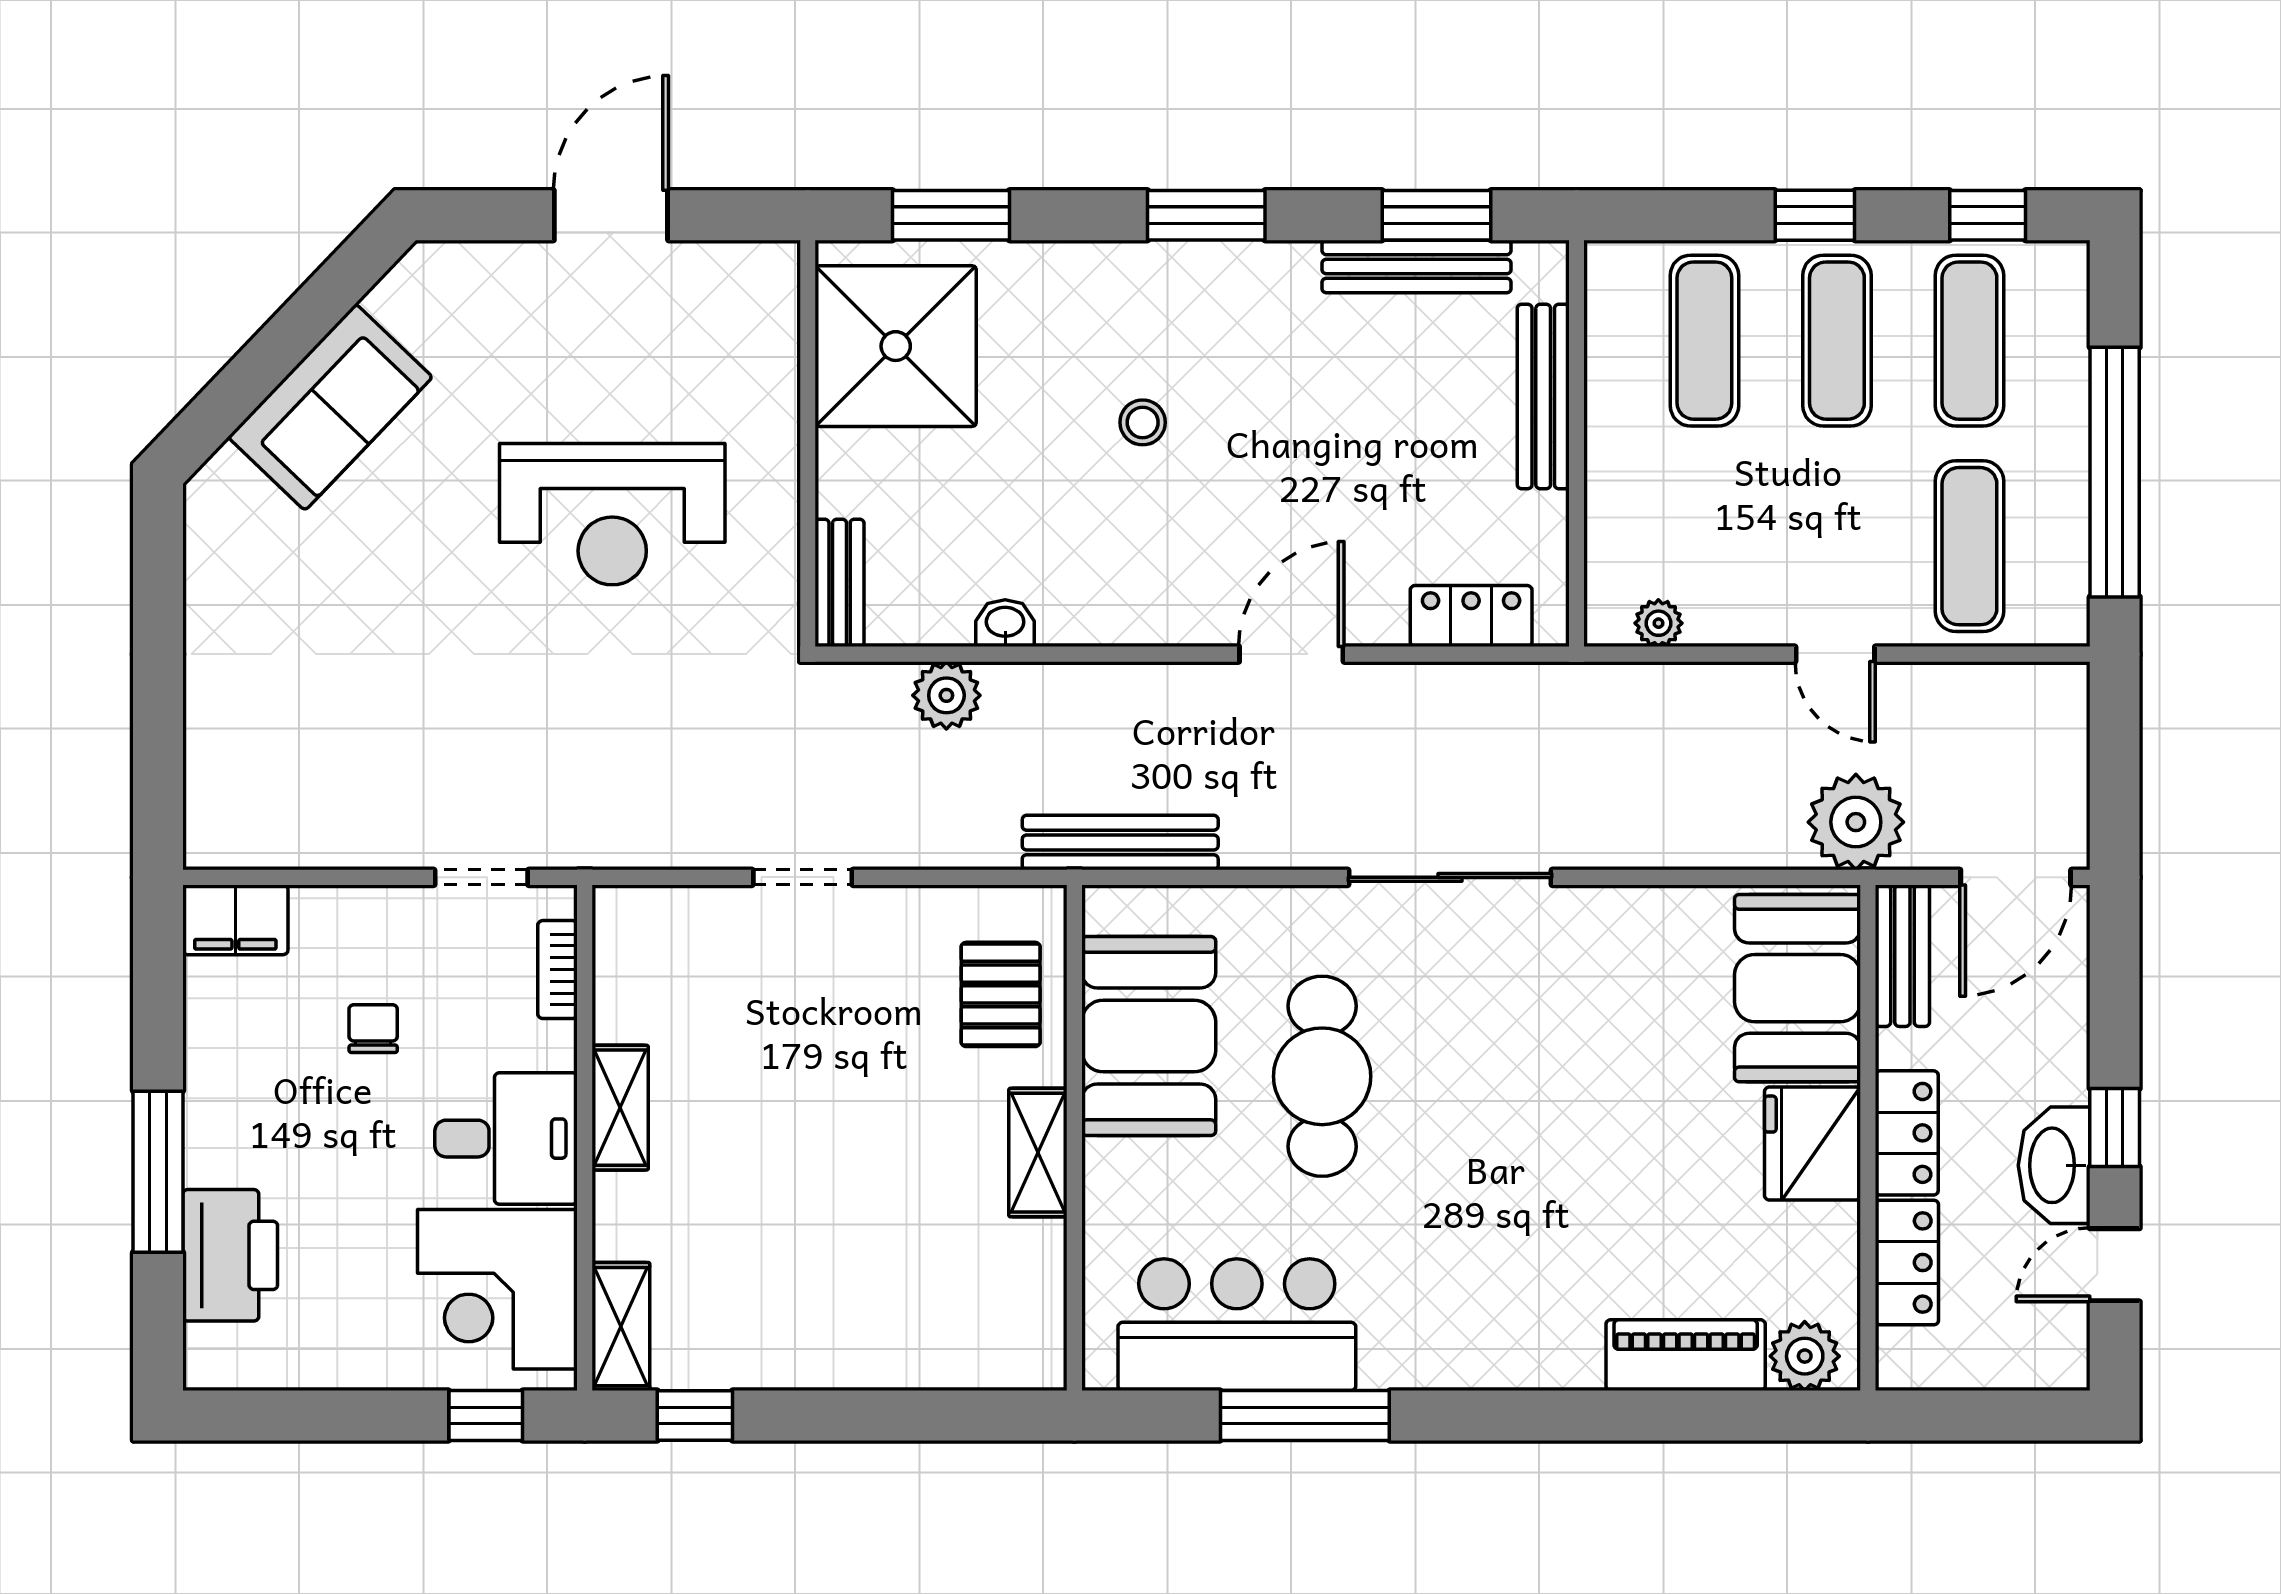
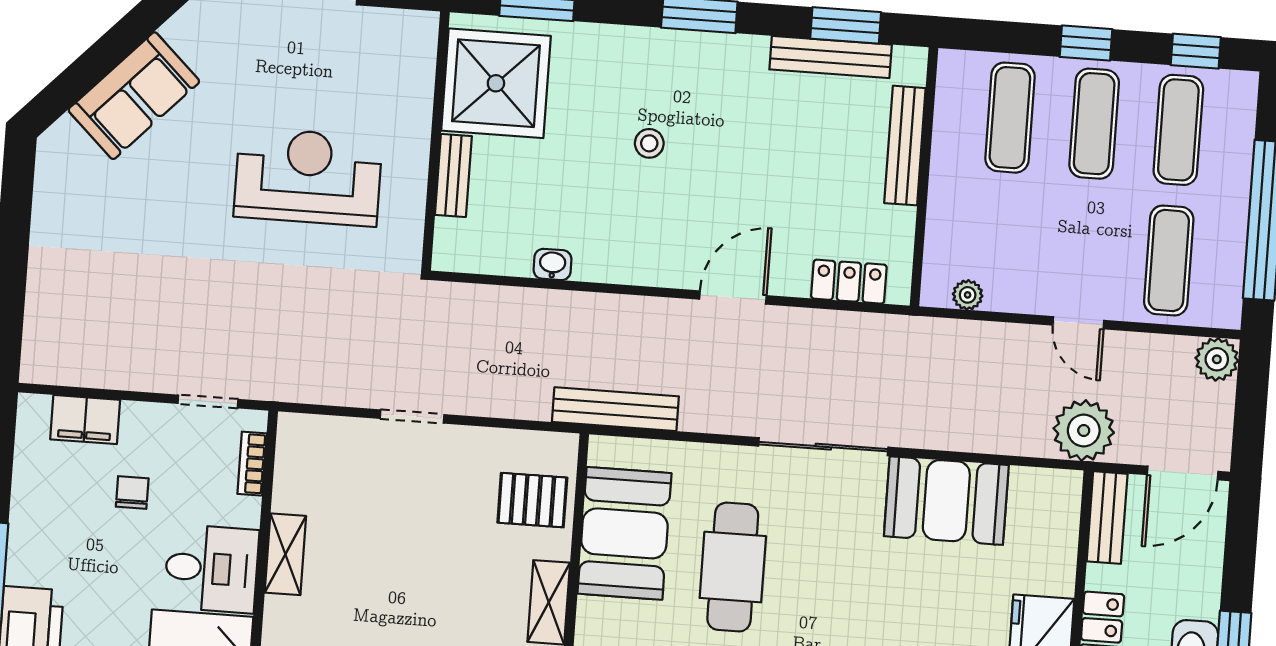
reception desk: (612, 514) -> (308, 177), turned 180
bench: (840, 583) -> (453, 175), moved
plant: (946, 695) -> (1217, 359), moved
filing cabinet: (235, 920) -> (85, 420), moved
booth: (1798, 988) -> (946, 501), moved, turned 90
pallet: (1001, 994) -> (532, 500), turned 90

